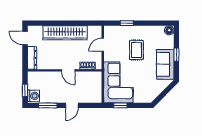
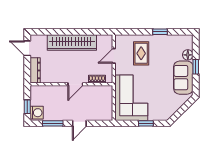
window: (127, 23) -> (160, 32), moved
floor lamp: (169, 30) -> (188, 55), moved
rug: (136, 50) -> (141, 53), moved
door: (68, 70) -> (75, 84), hinge flipped
window: (120, 105) -> (146, 123), moved

